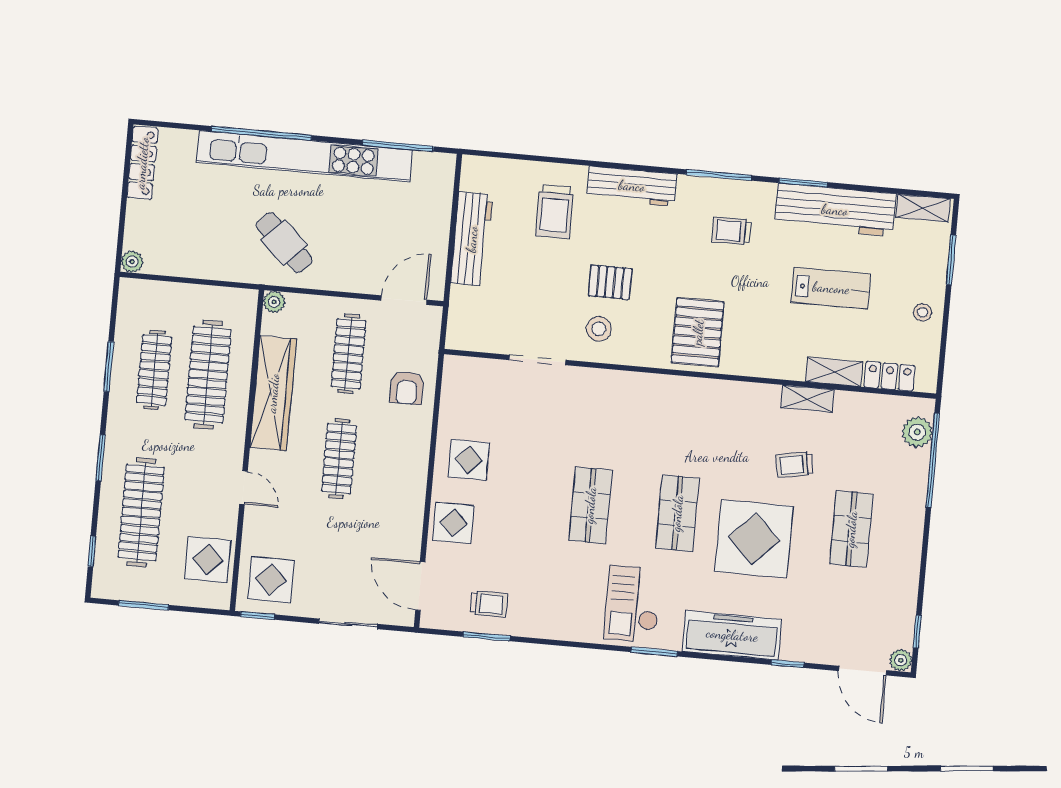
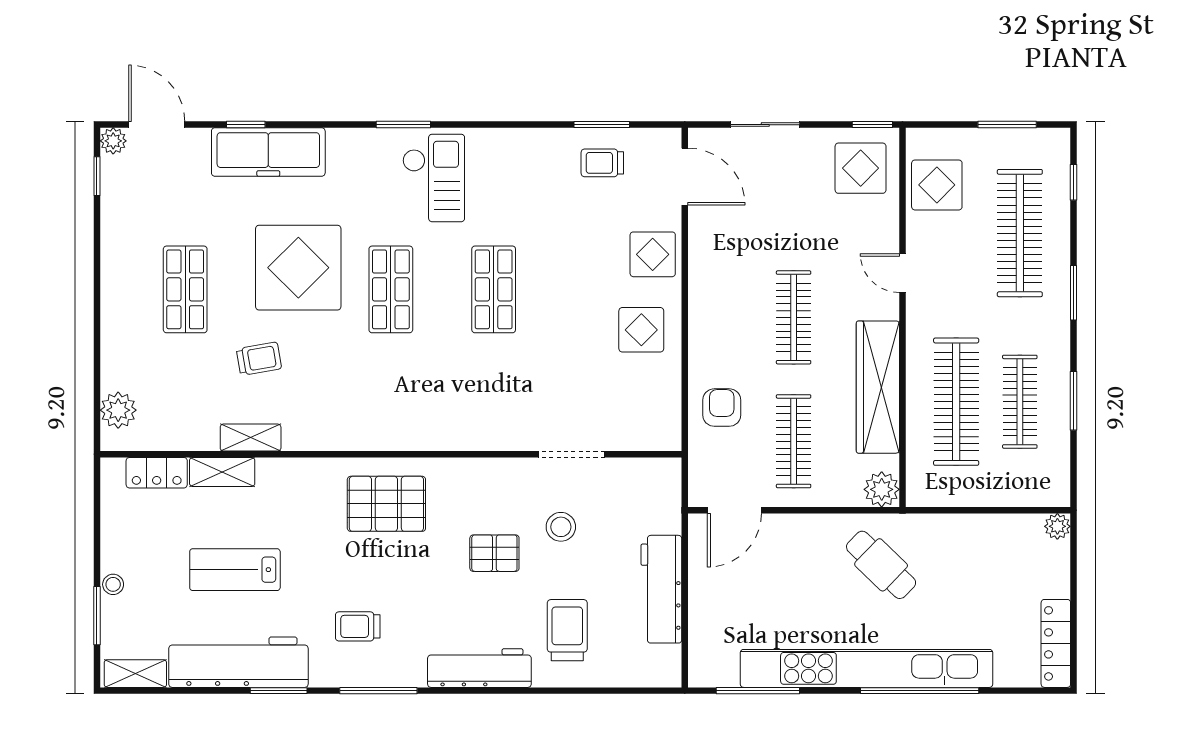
trolley: (731, 231) -> (358, 626), turned 180
plant: (274, 302) -> (882, 489), width x1.38, depth x1.38
stool: (923, 312) -> (113, 584), moved
stool: (599, 329) -> (561, 527), moved
pallet: (698, 332) -> (386, 504), turned 90
window: (933, 460) -> (97, 379), removed
freezer: (732, 635) -> (268, 152), moved

